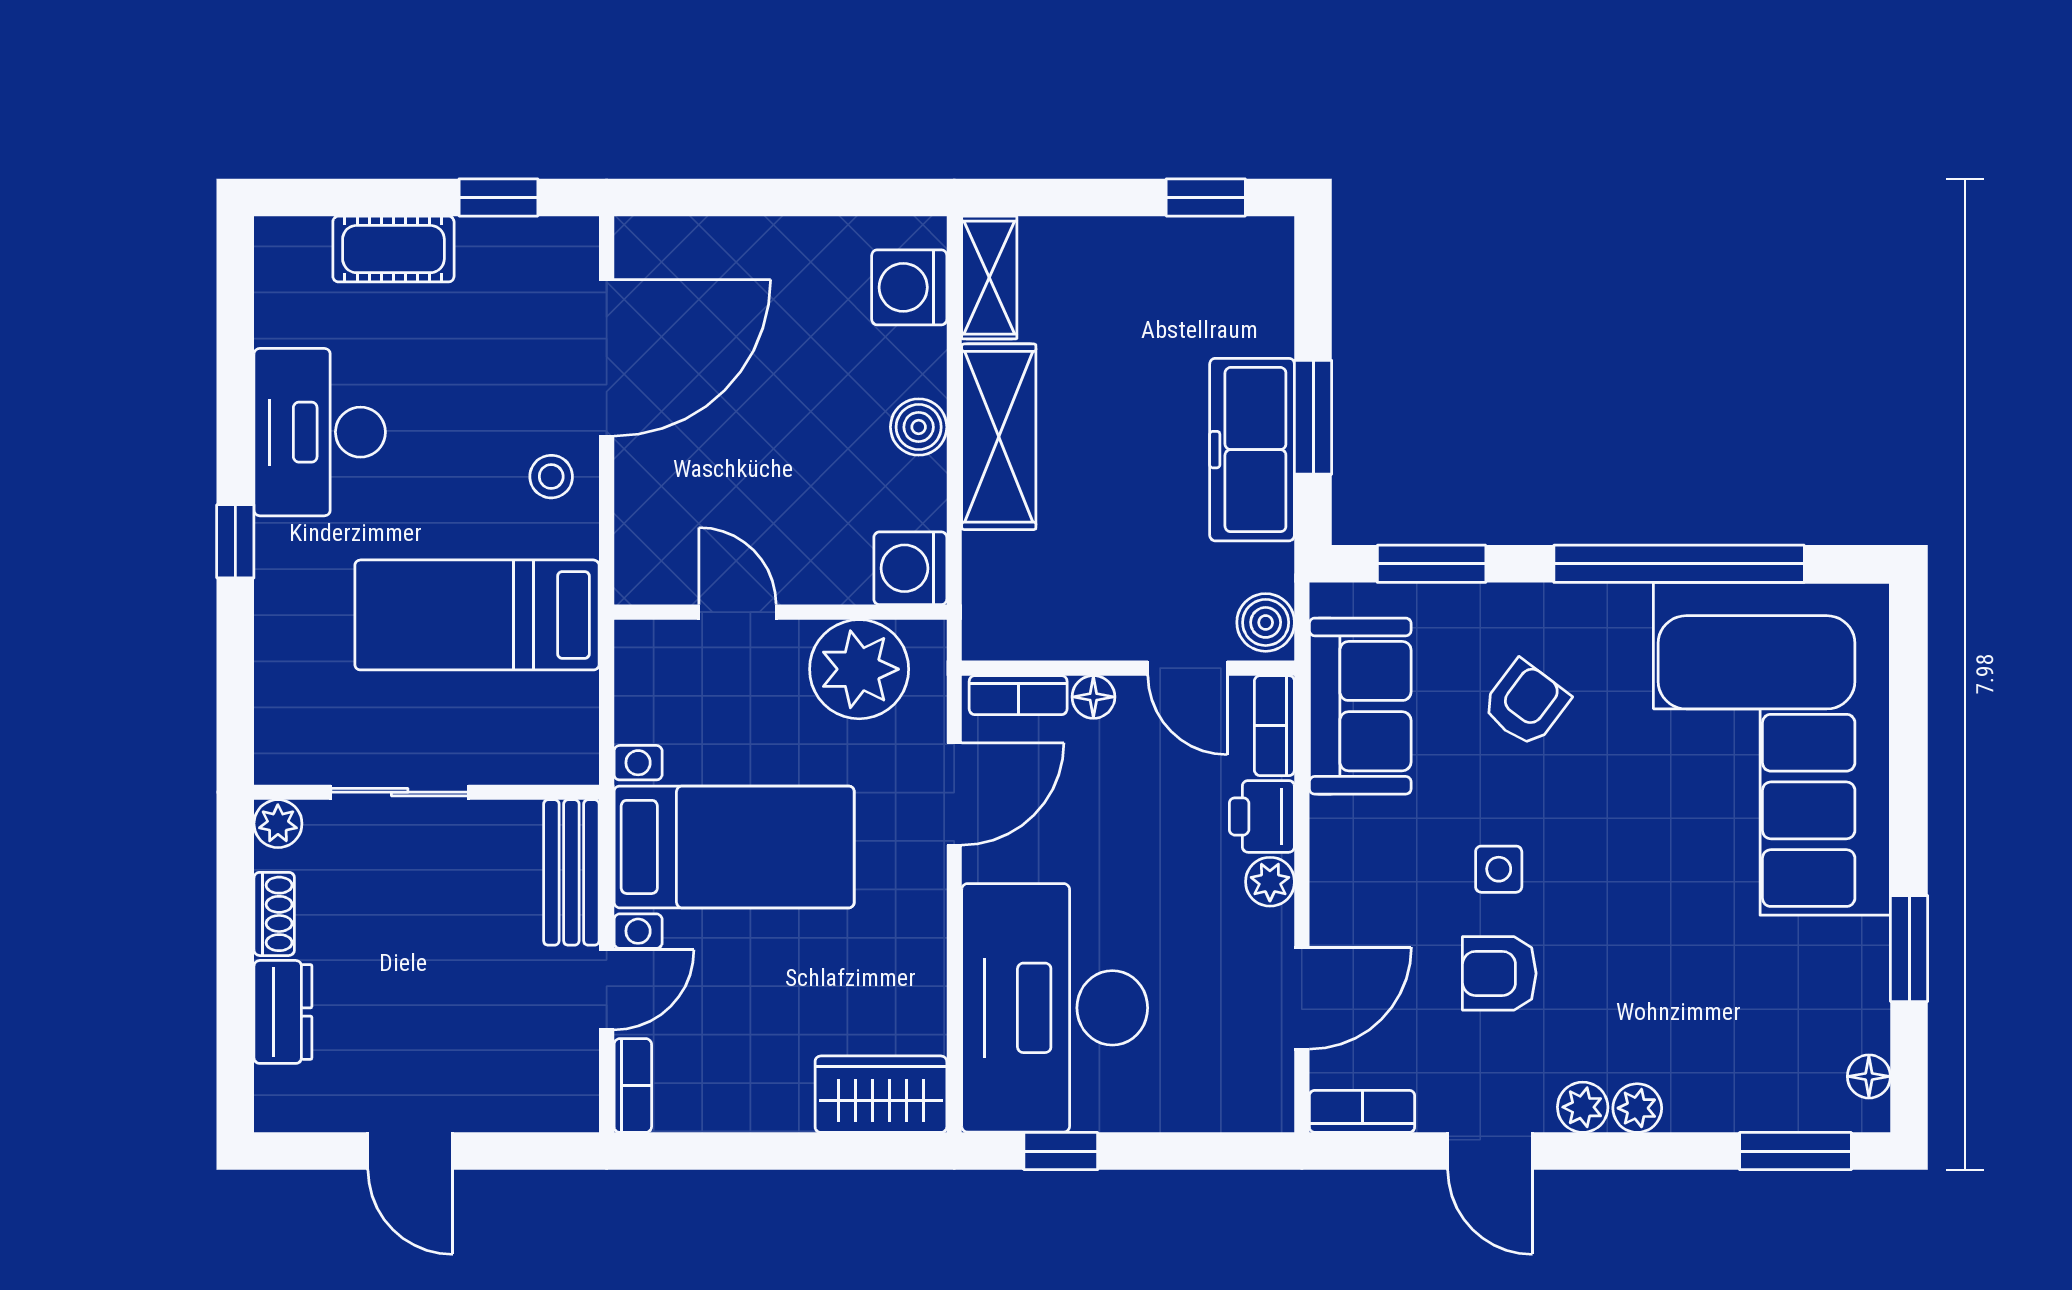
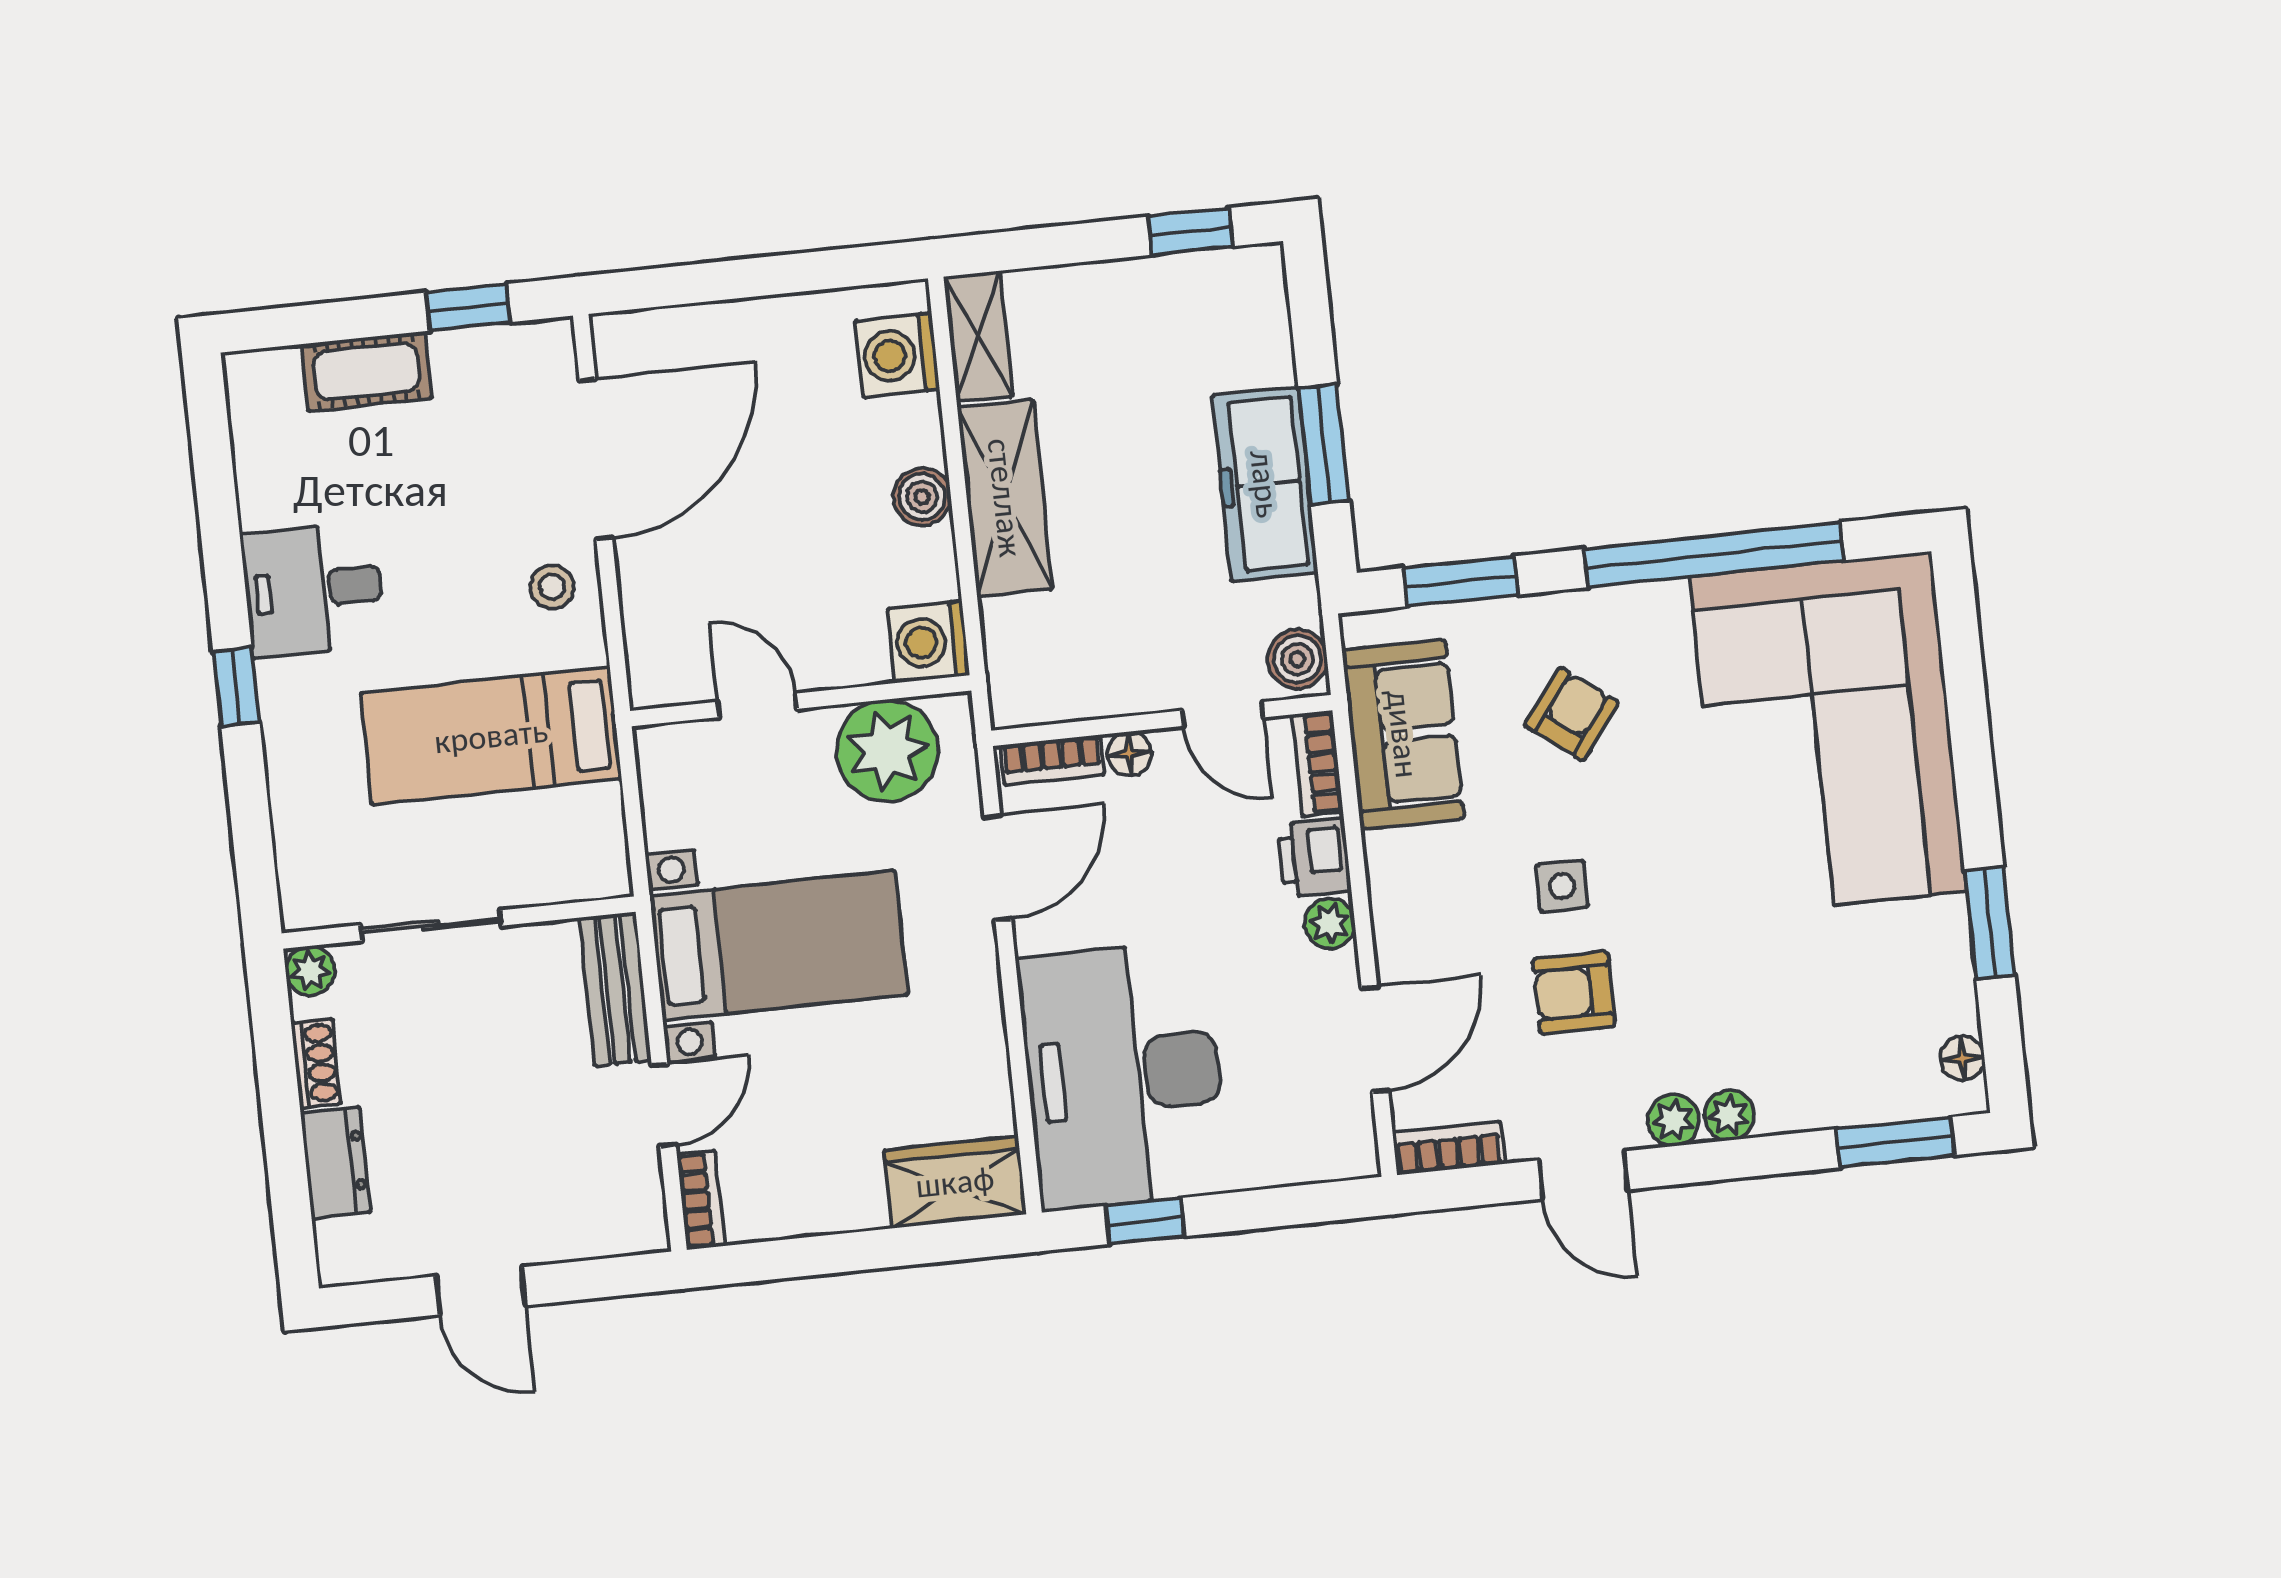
desk: (320, 432) -> (313, 589), width x0.73

